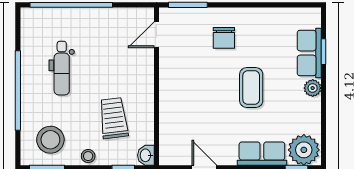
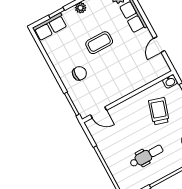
row of seats: (309, 53) -> (50, 27), moved
trolley: (114, 118) -> (159, 111), turned 114

